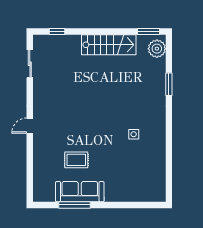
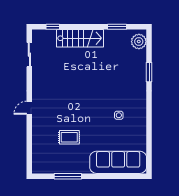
window: (148, 31) -> (117, 27), moved
stairs: (109, 45) -> (80, 38), moved
sofa: (80, 192) -> (118, 162), moved, width x1.36, depth x1.27

